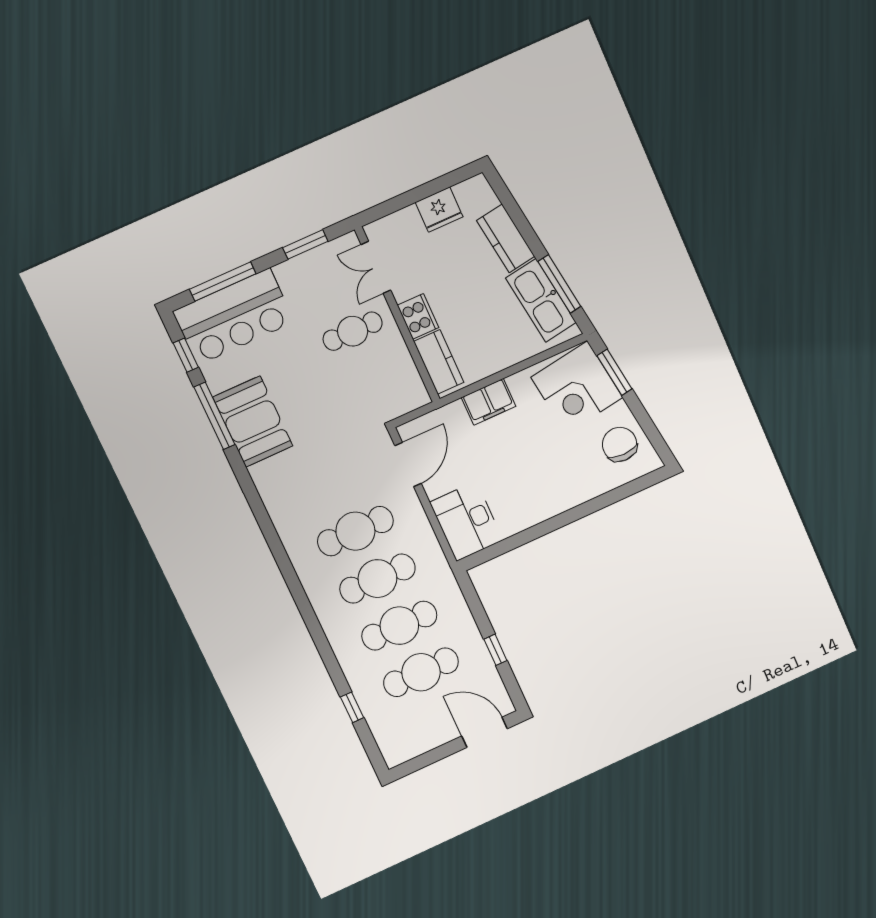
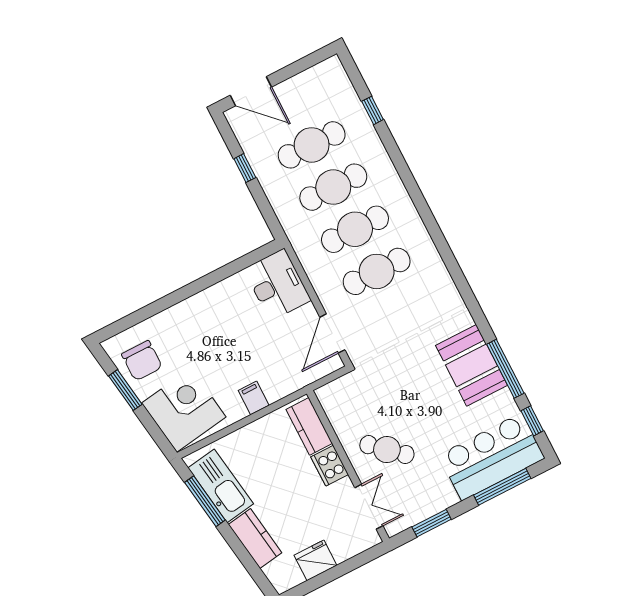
cafe table: (353, 331) -> (387, 450), turned 42
window: (614, 372) -> (125, 390), moved
filing cabinet: (489, 402) -> (254, 398), width x0.50

